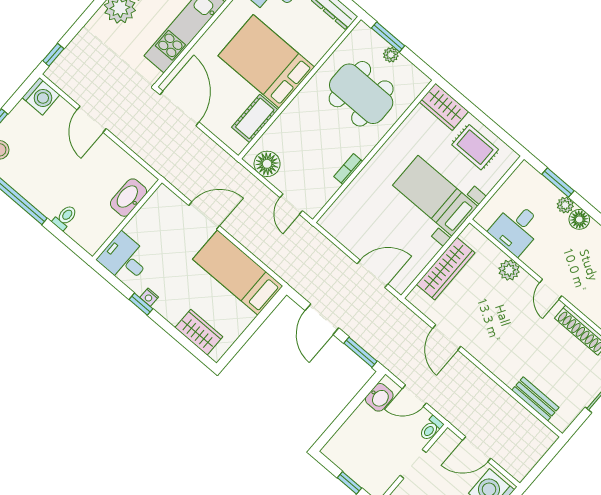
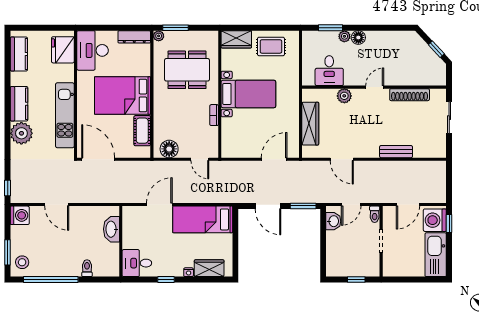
plant: (391, 55) -> (159, 36), moved
bed with nightstands: (435, 196) -> (248, 94), moved, turned 180
door: (551, 289) -> (375, 87), swing flipped
nightstand: (149, 297) -> (189, 272), moved
bench: (535, 399) -> (396, 152), moved

